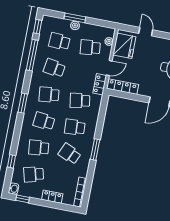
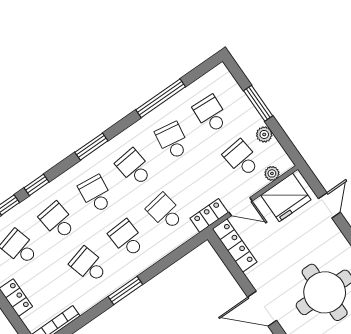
plant: (75, 25) -> (264, 134), moved
window: (38, 27) -> (37, 185), moved
school desk: (70, 154) -> (89, 265), turned -39

